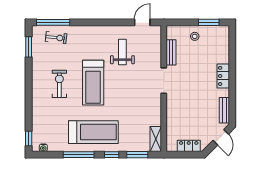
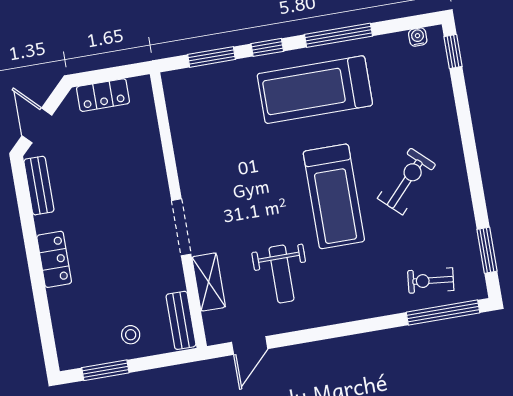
bench: (171, 52) -> (181, 320), moved
treadmill: (93, 83) -> (334, 196), turned 180
exercise bike: (59, 84) -> (407, 181), turned -137
shelving: (156, 139) -> (209, 282), moved

